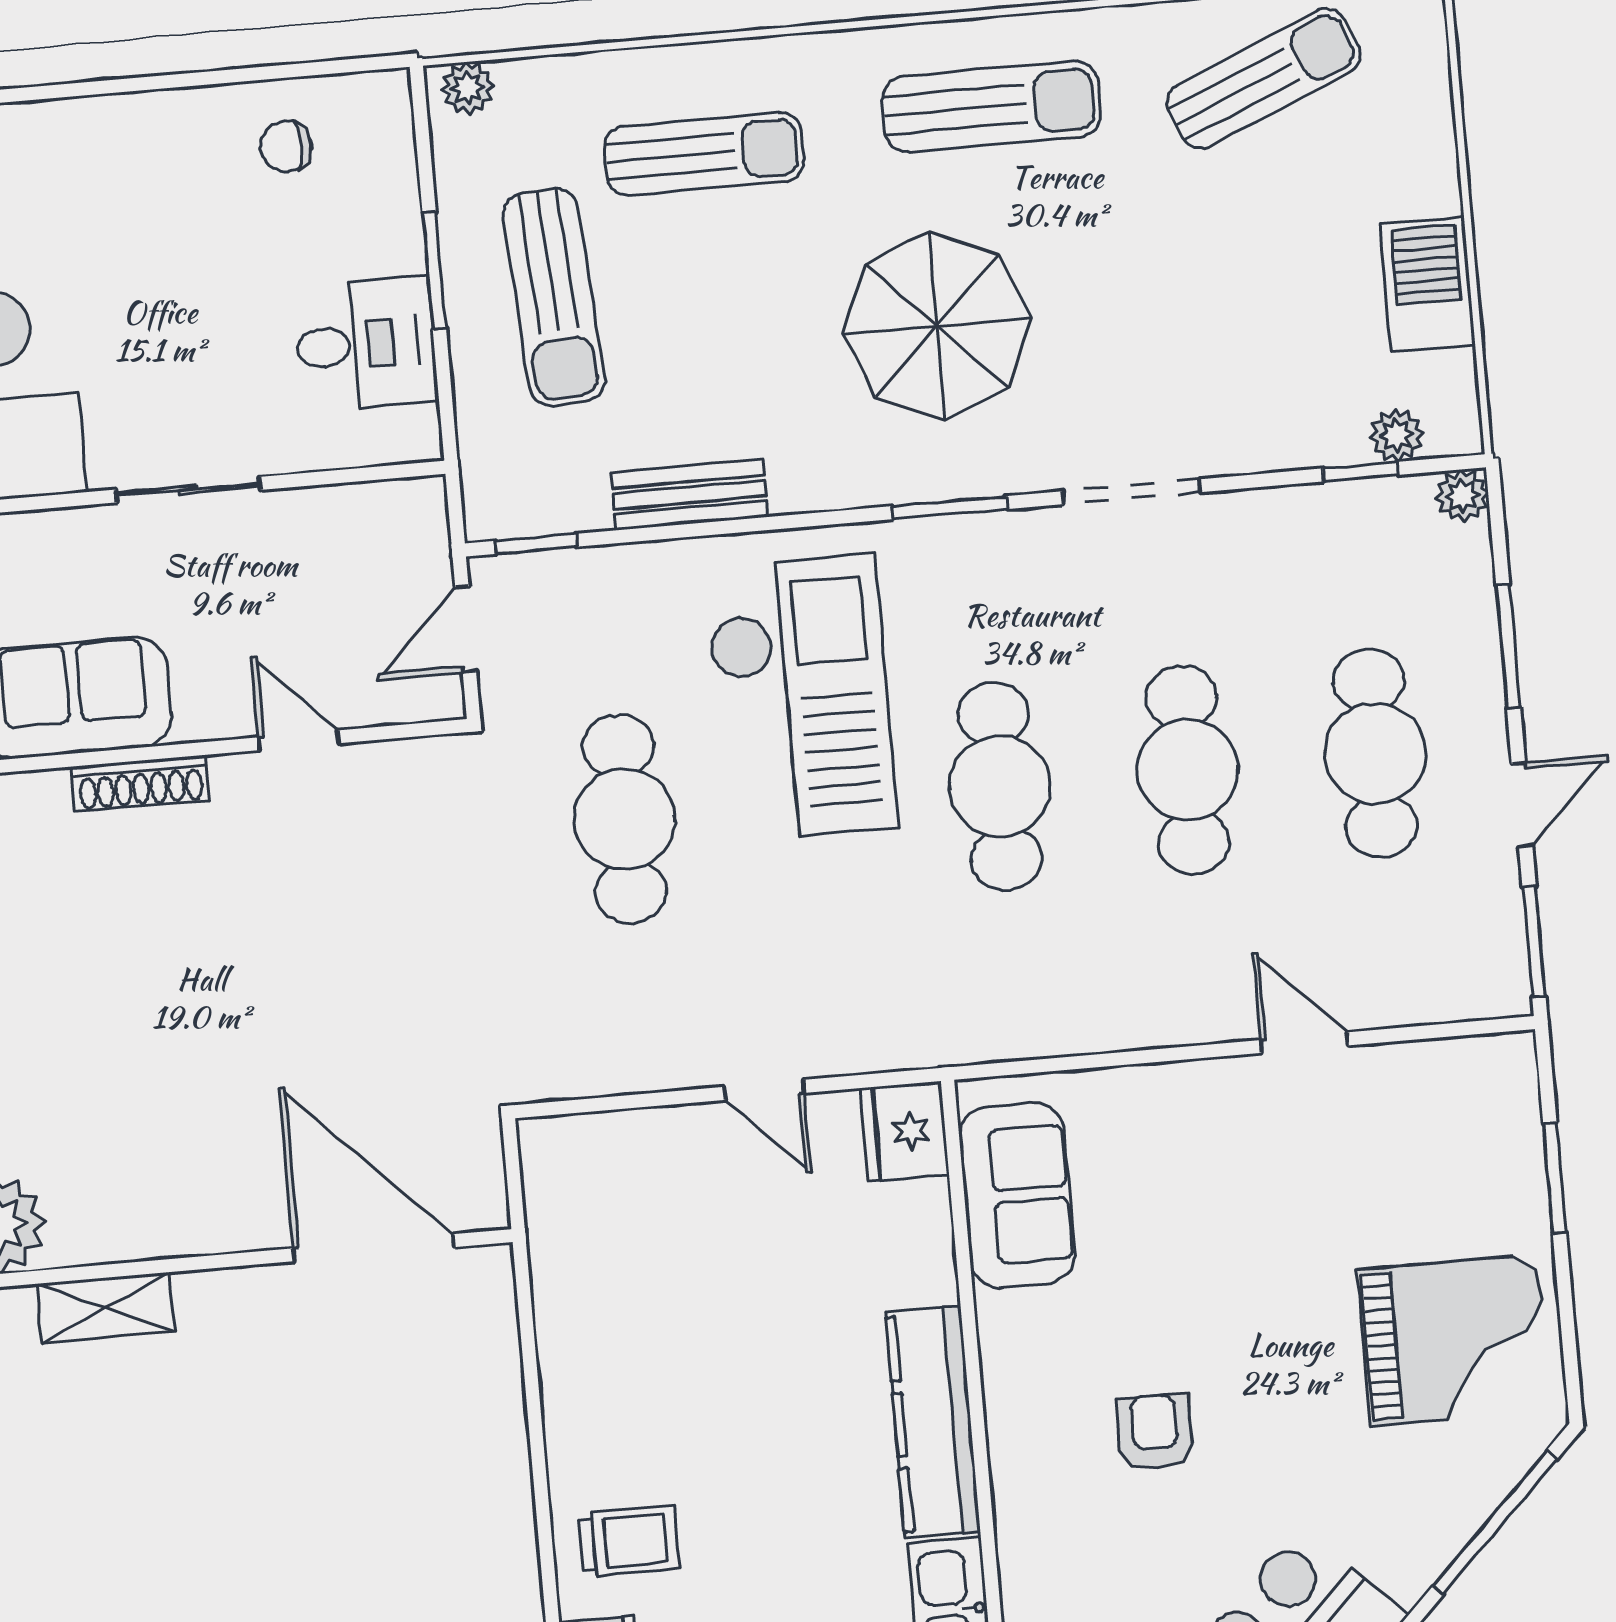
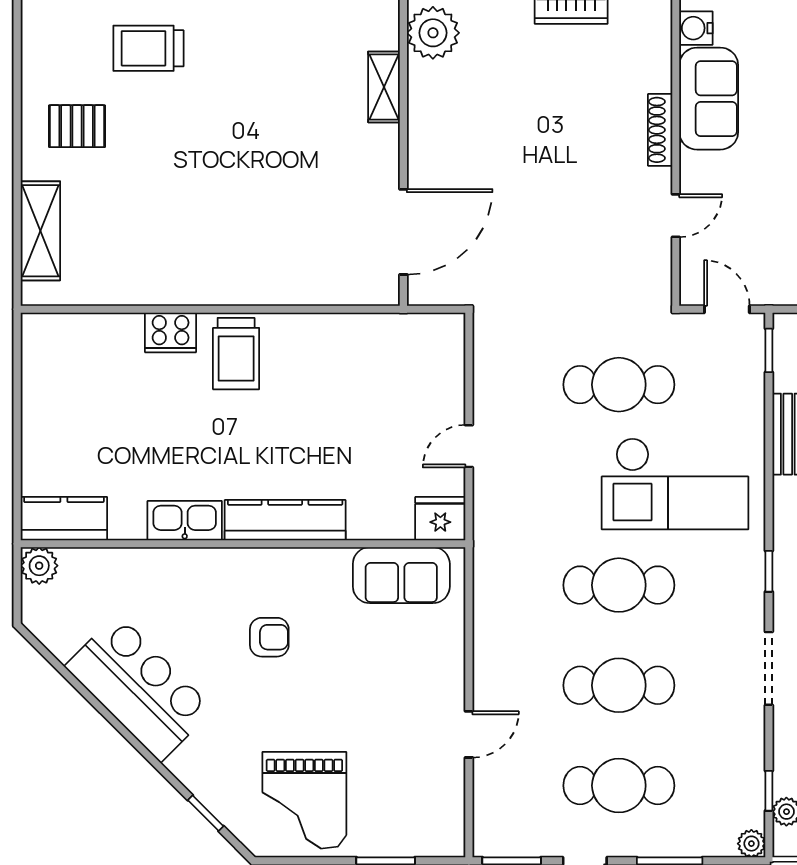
window: (950, 508) -> (769, 571), width x0.67
window: (1495, 1523) -> (206, 813), width x0.46
trolley: (629, 1541) -> (236, 354), width x1.36, depth x1.39

